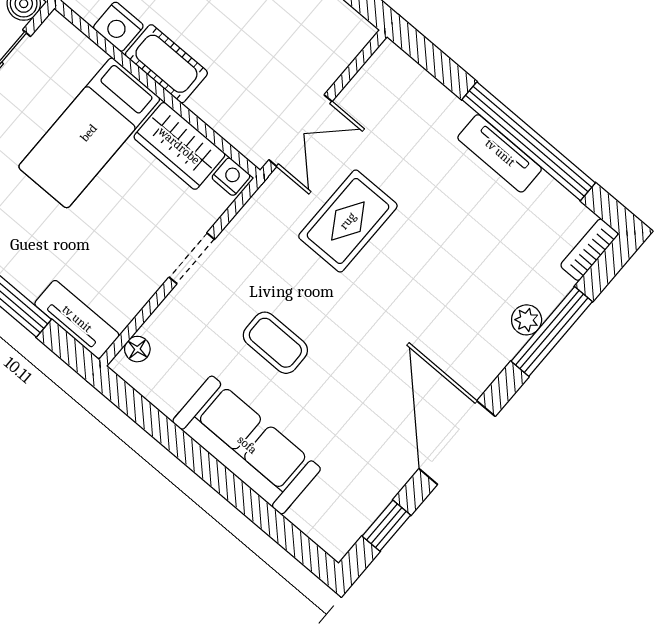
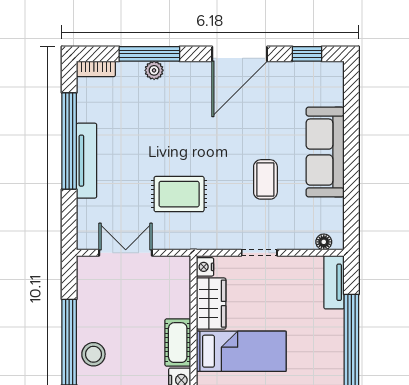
double door: (300, 131) -> (126, 253), moved
tv unit: (500, 153) -> (86, 161), width x1.41

